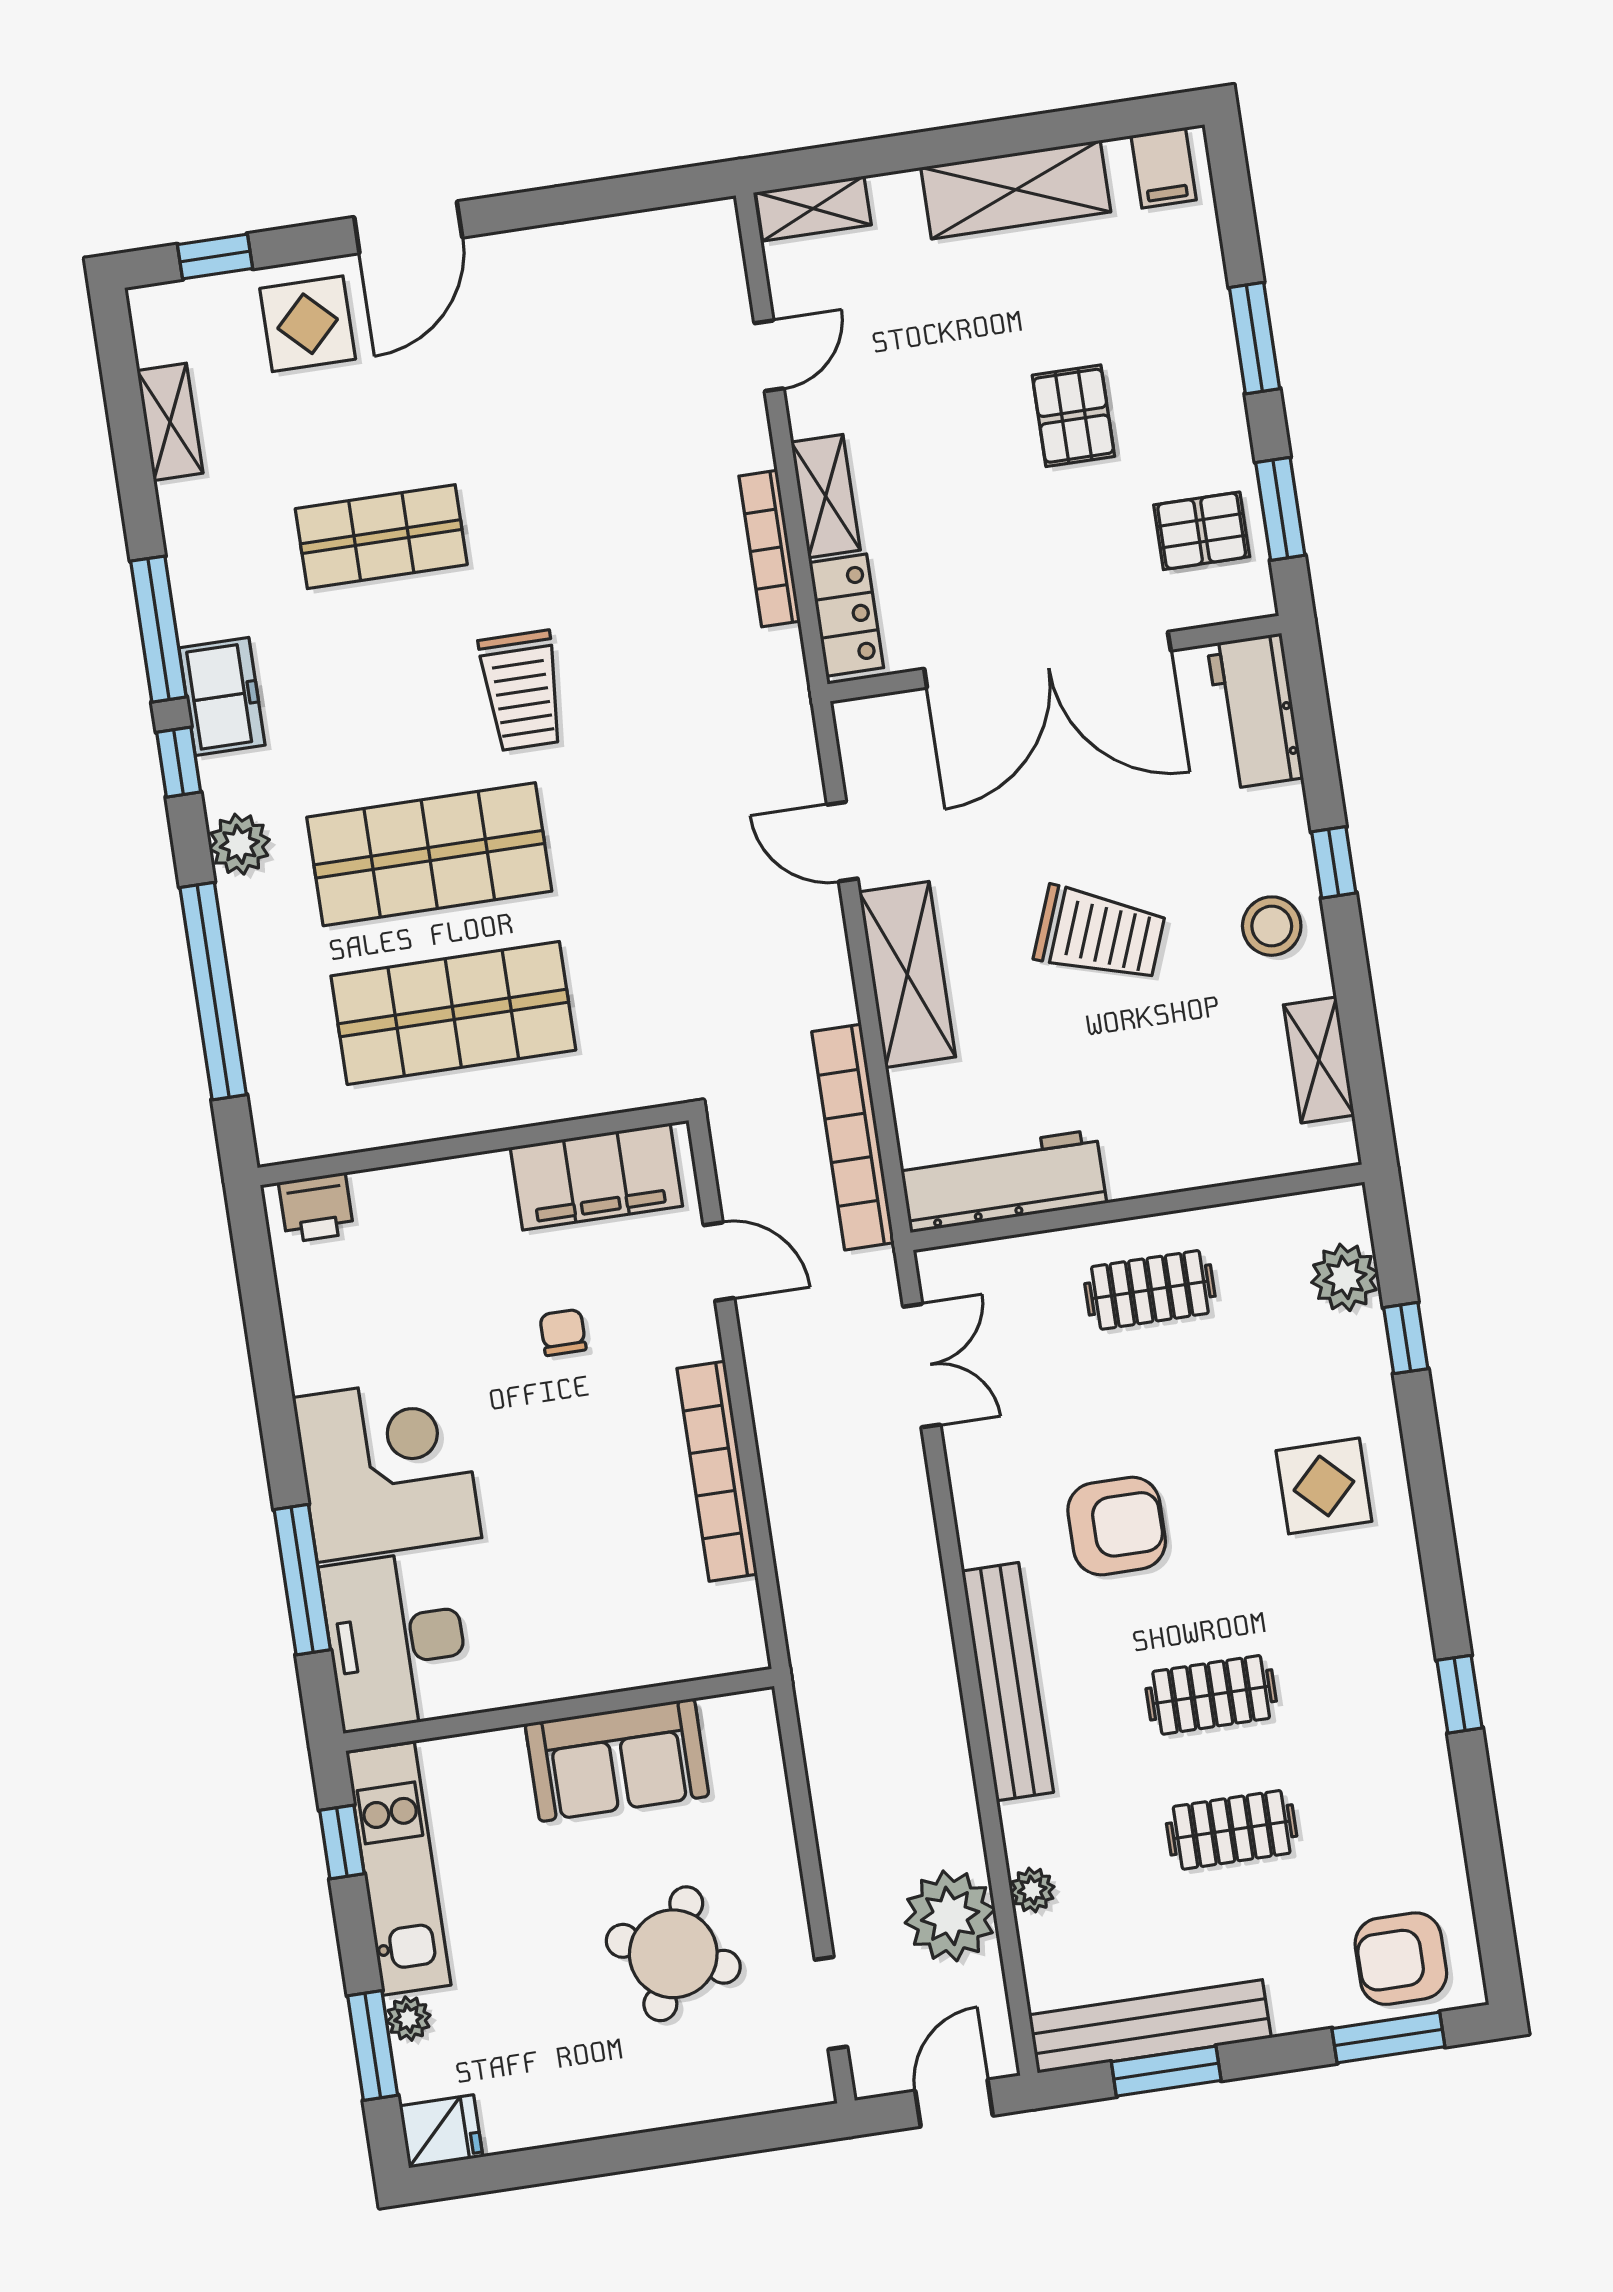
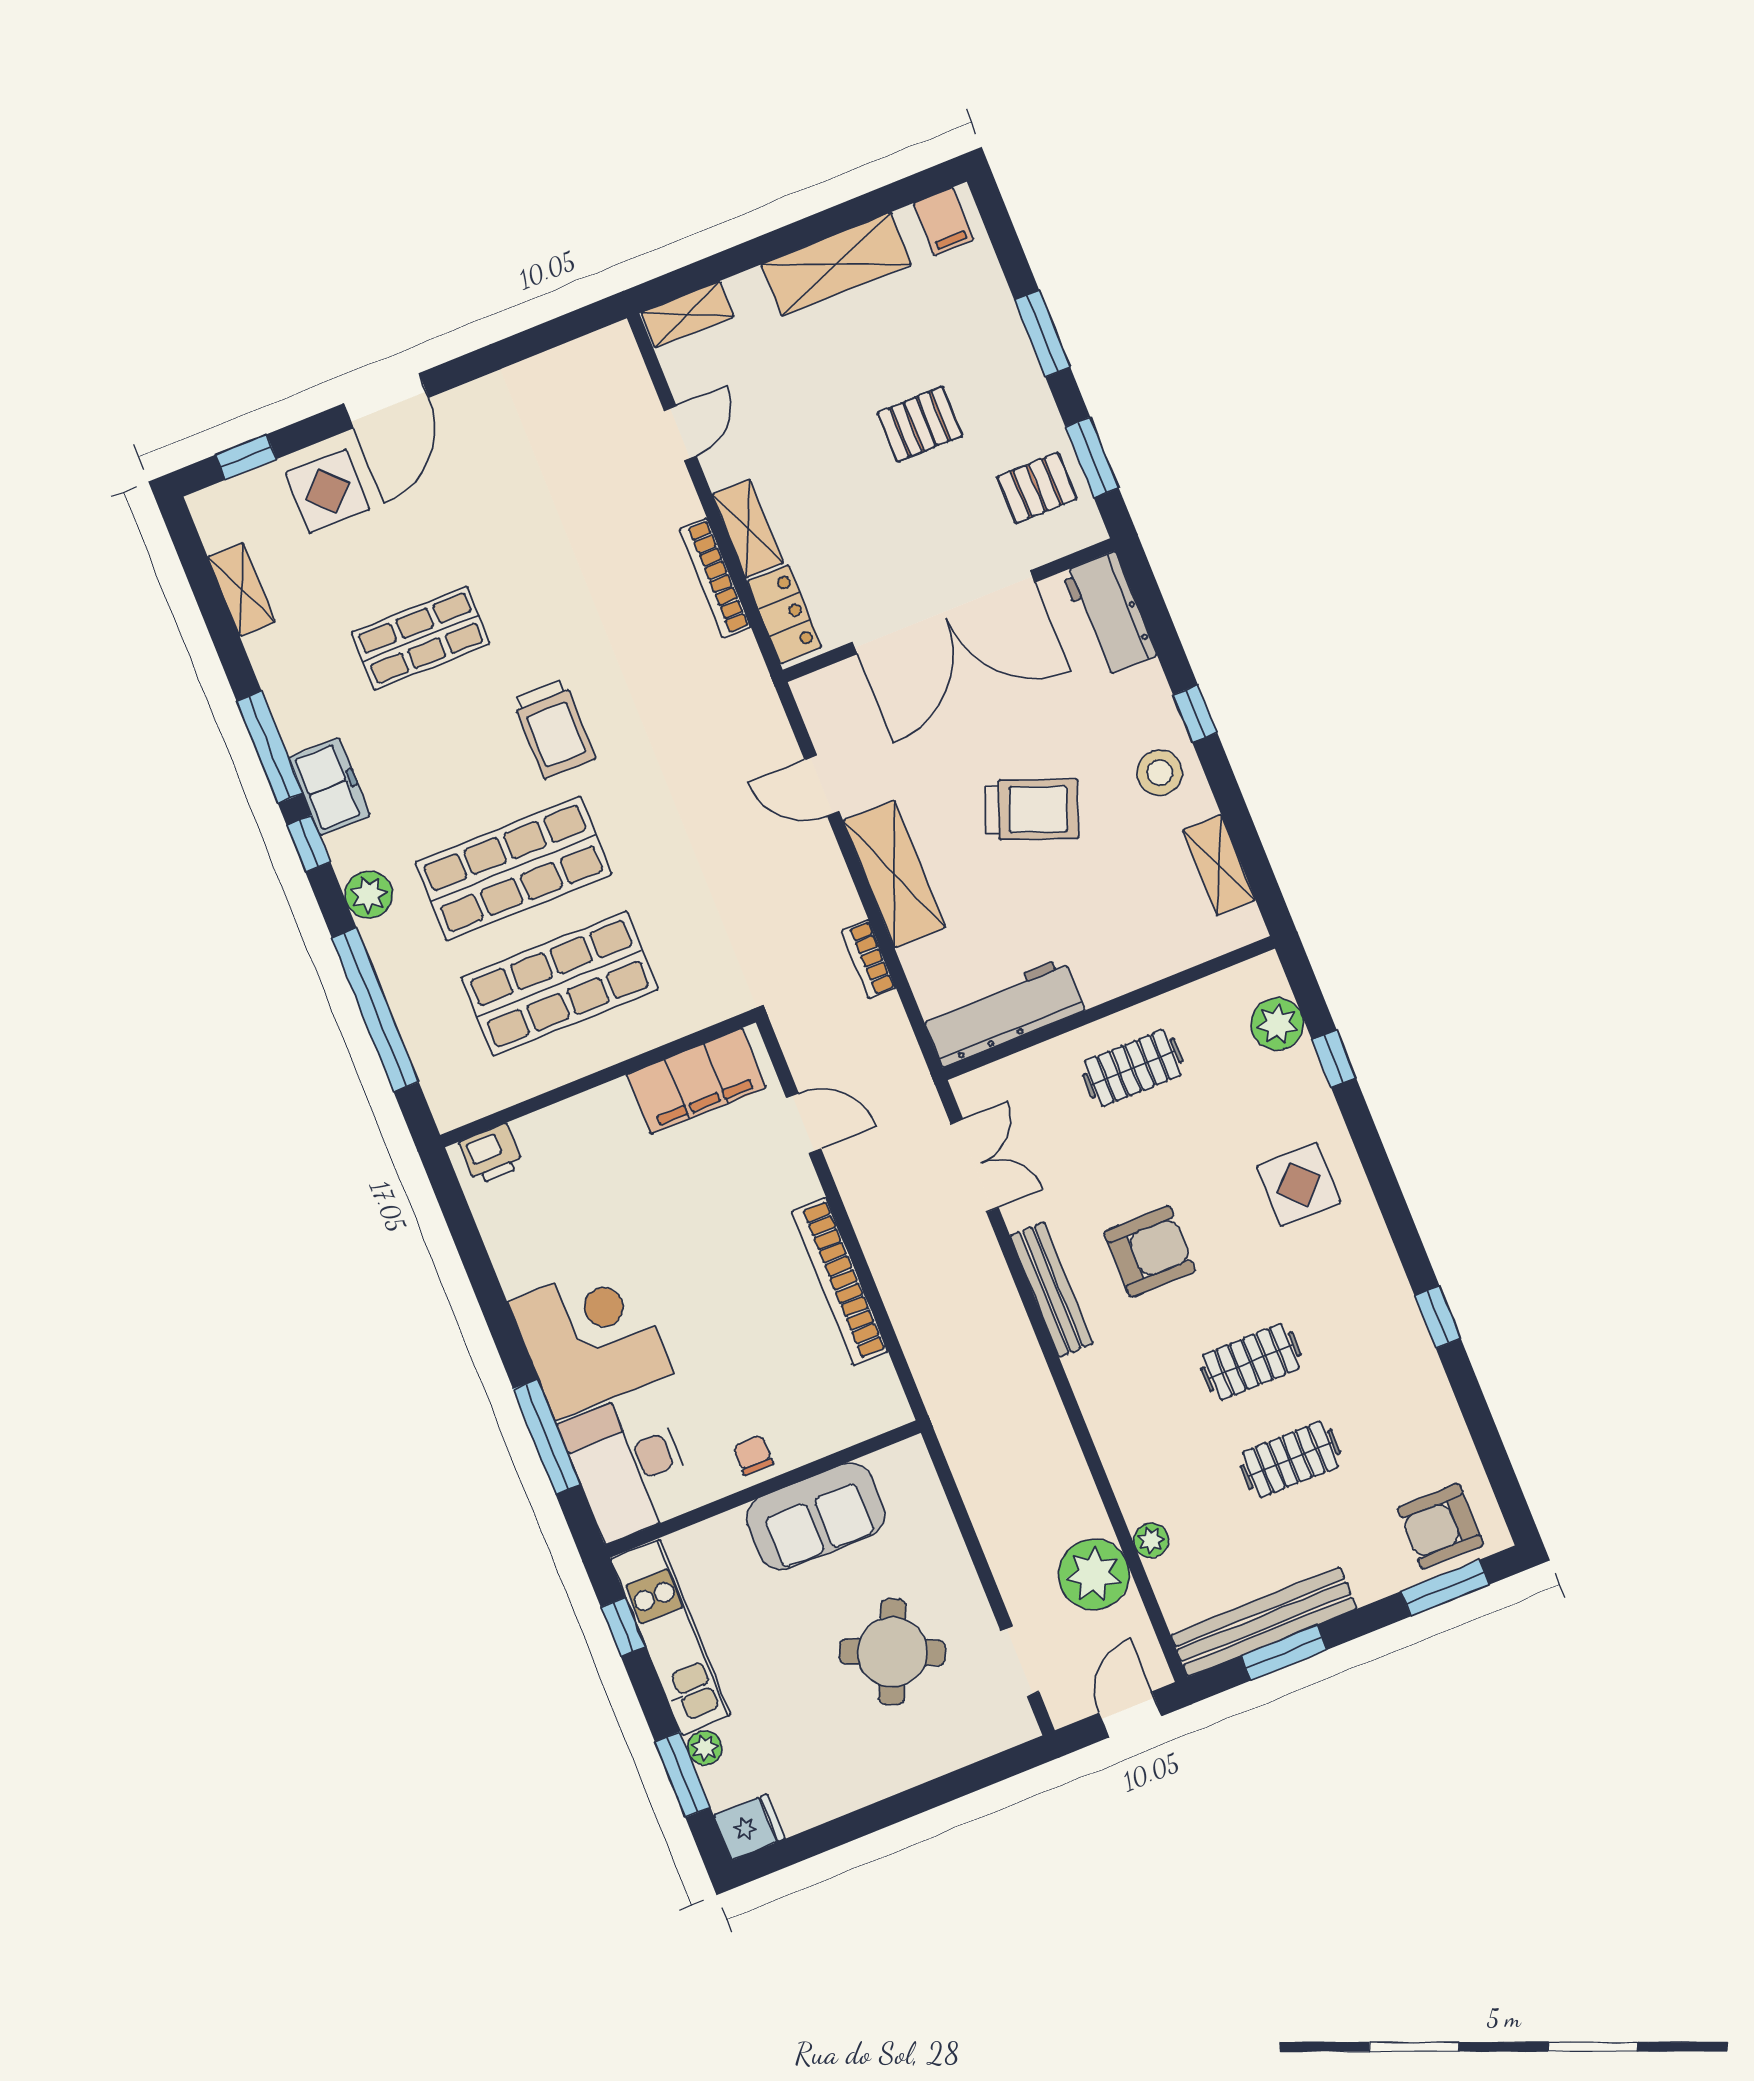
pallet: (1073, 416) -> (920, 424), turned 90
bookcase: (853, 1137) -> (869, 959), width x0.43, depth x0.76
chair: (563, 1332) -> (753, 1455), moved
bench: (1008, 1682) -> (1052, 1289), moved, width x0.73, depth x0.82

